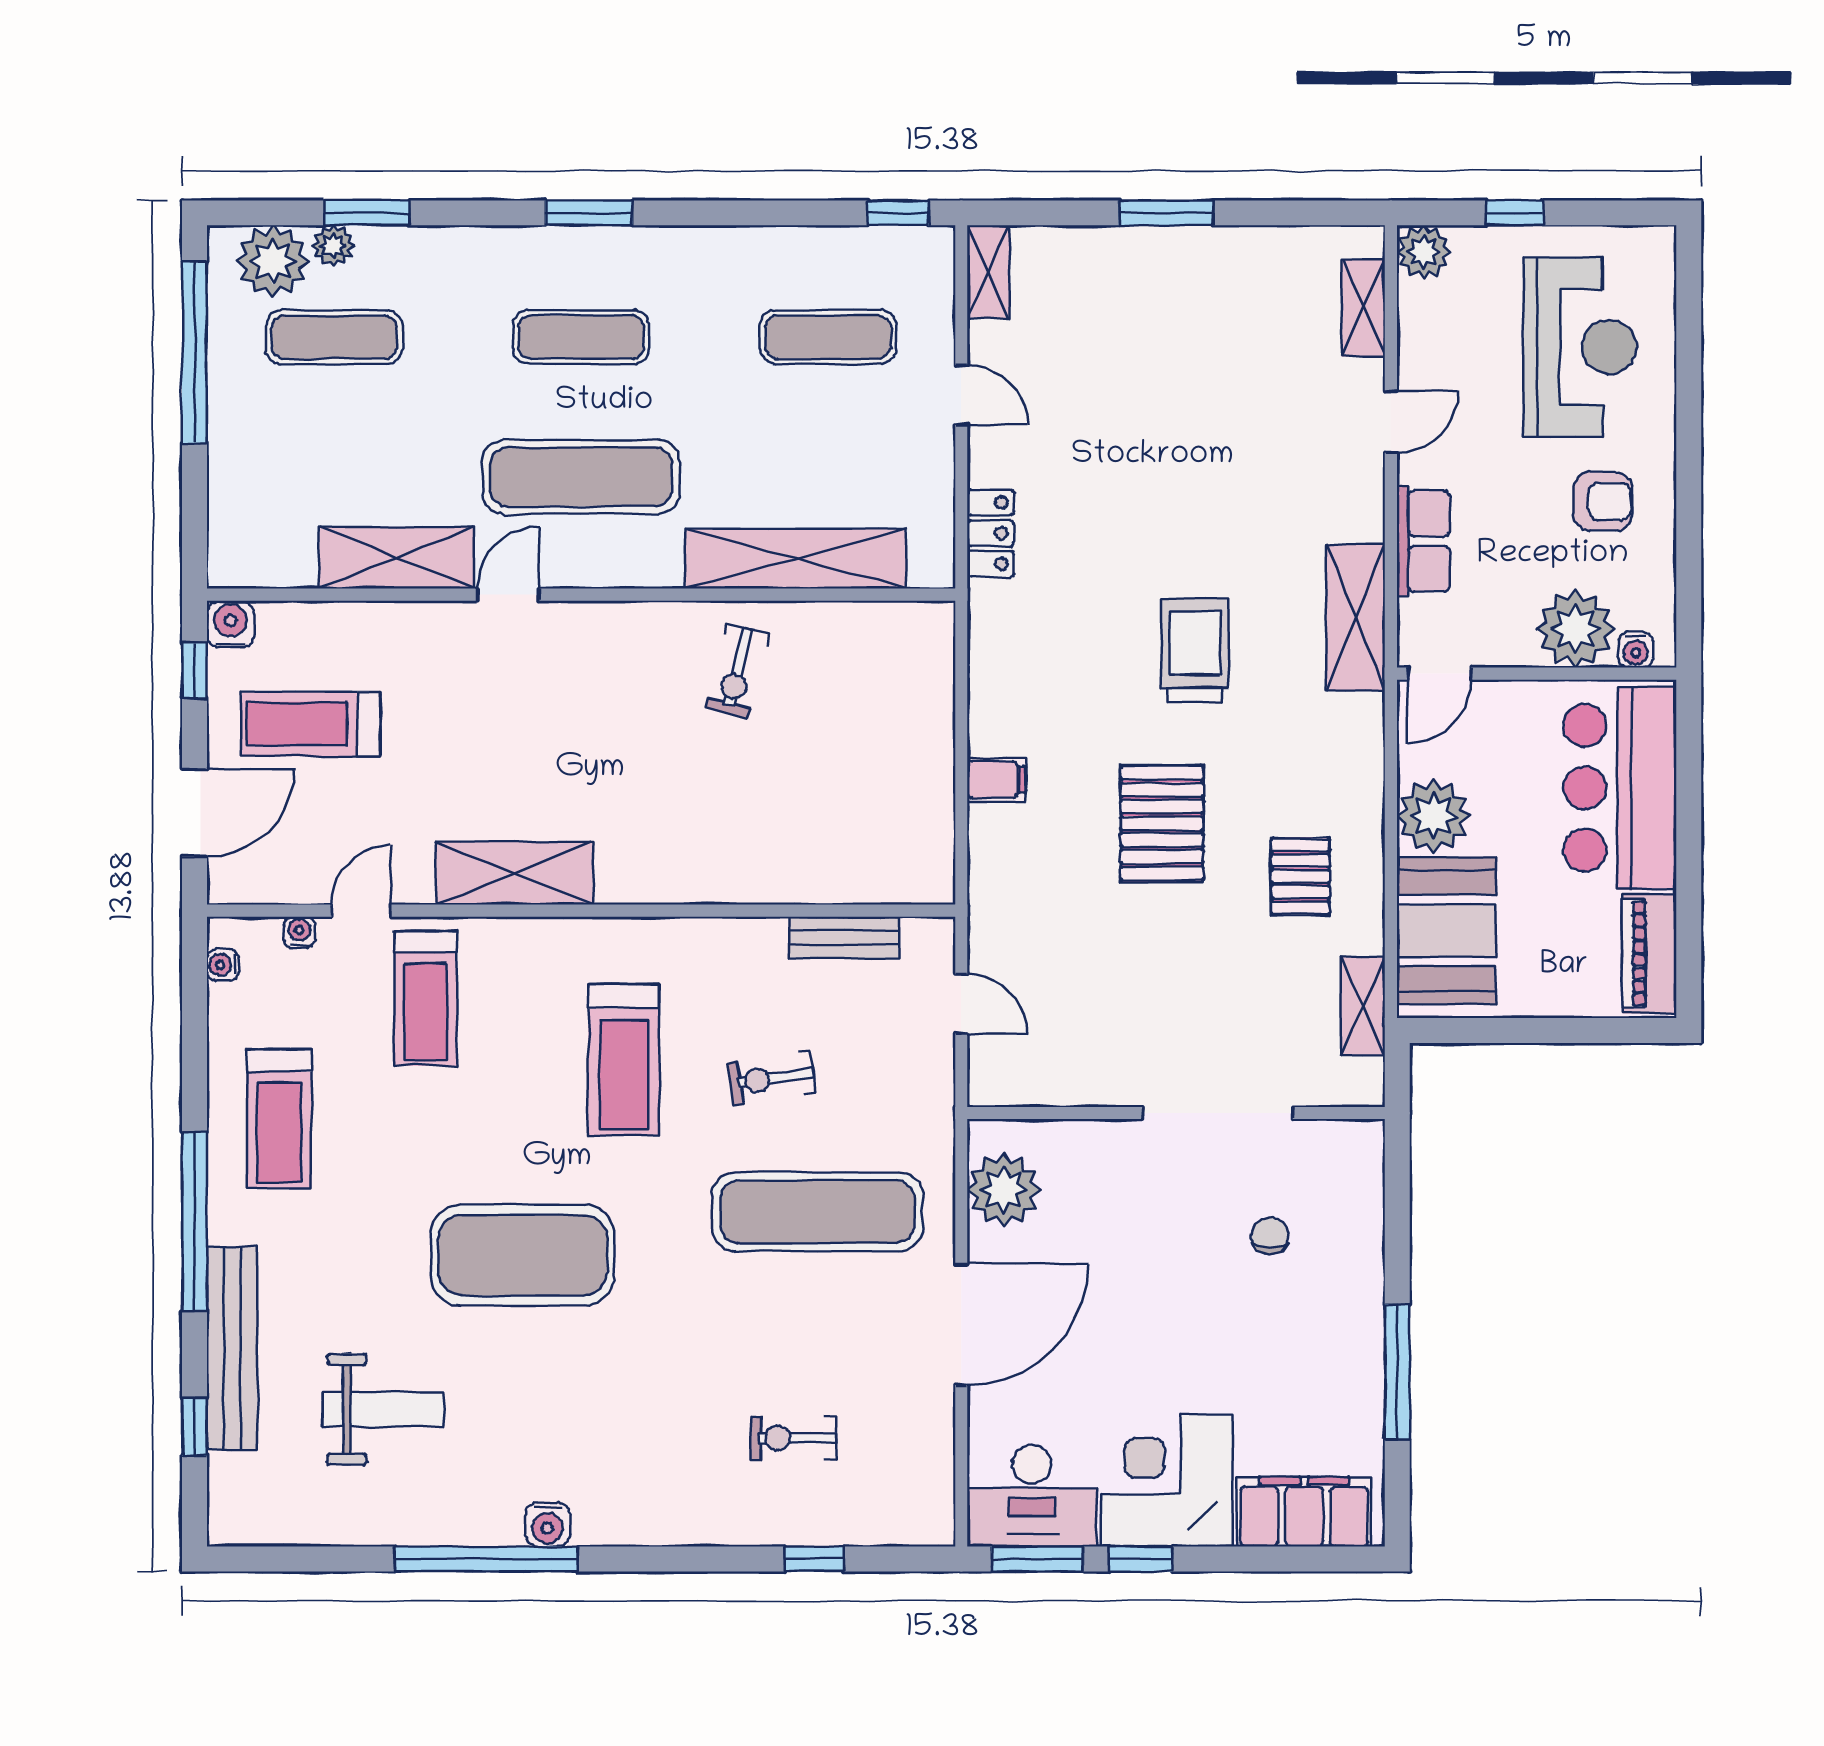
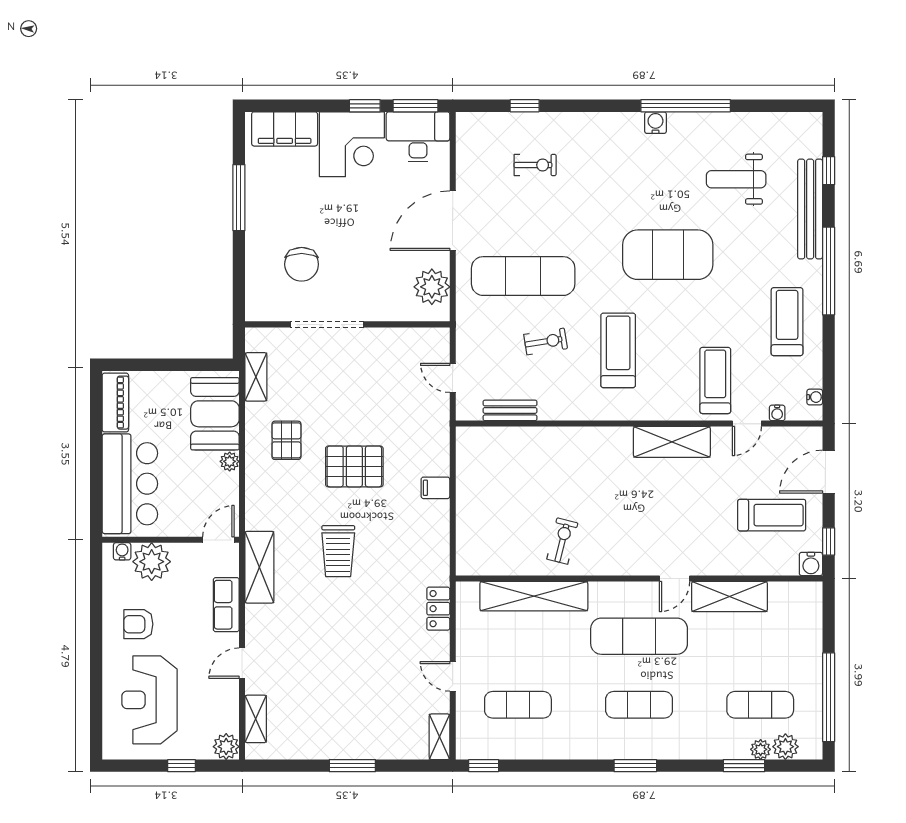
plant: (273, 261) -> (785, 747), width x0.73, depth x0.73
plant: (1434, 816) -> (230, 461), width x0.53, depth x0.53
pallet: (1162, 823) -> (354, 466), turned 90
chair: (1270, 1236) -> (302, 264), width x1.87, depth x1.87

